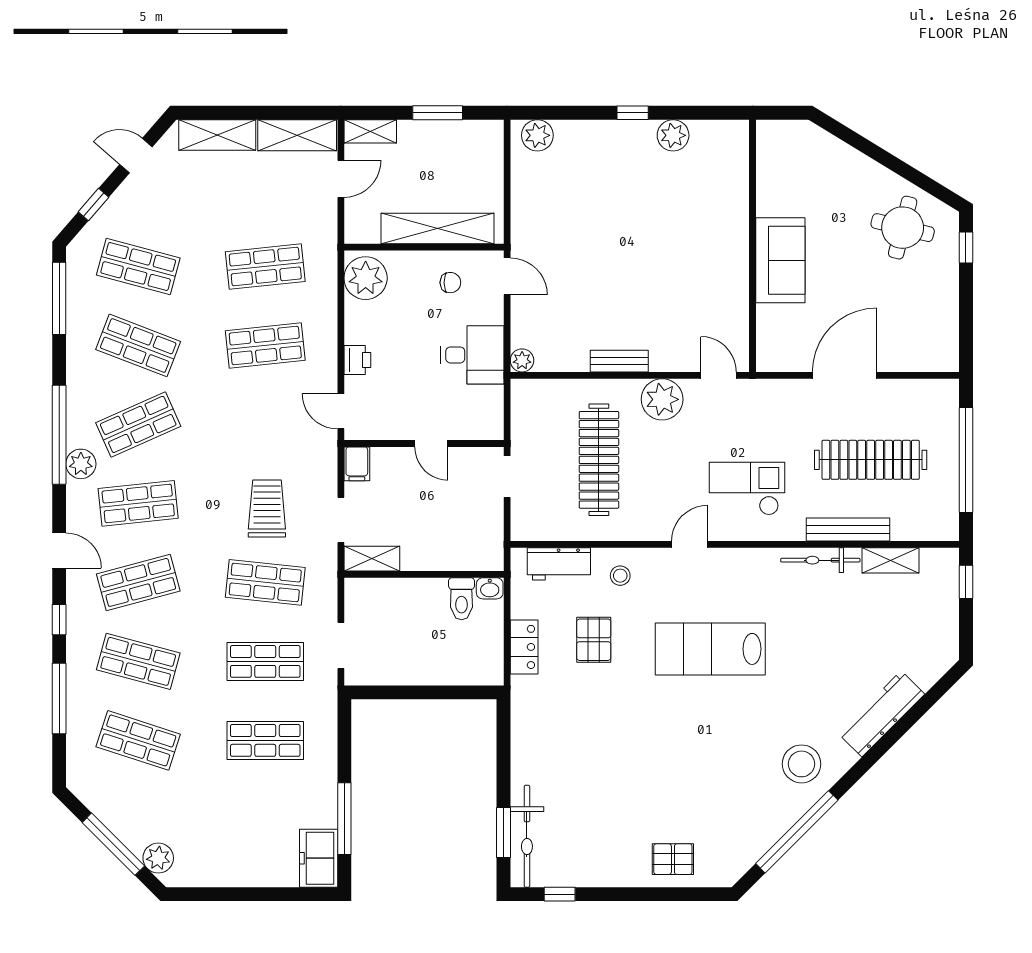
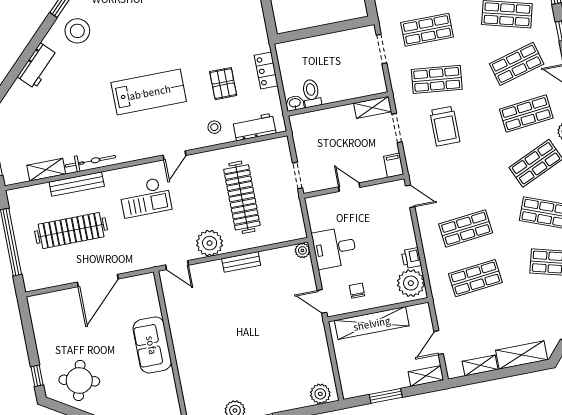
shelving: (297, 135) -> (480, 365), width x0.67, depth x0.75
chair: (450, 283) -> (357, 291), turned 90
printer: (357, 360) -> (411, 258), moved
workbench: (881, 714) -> (37, 66), width x0.73

